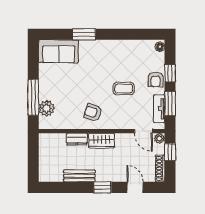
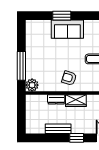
sofa: (59, 51) -> (67, 29), moved
plant: (47, 108) -> (32, 85), moved

